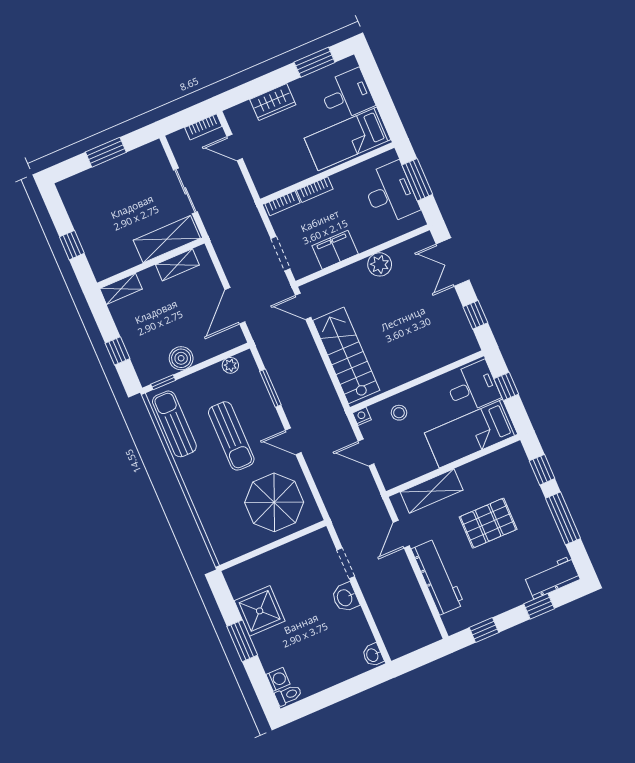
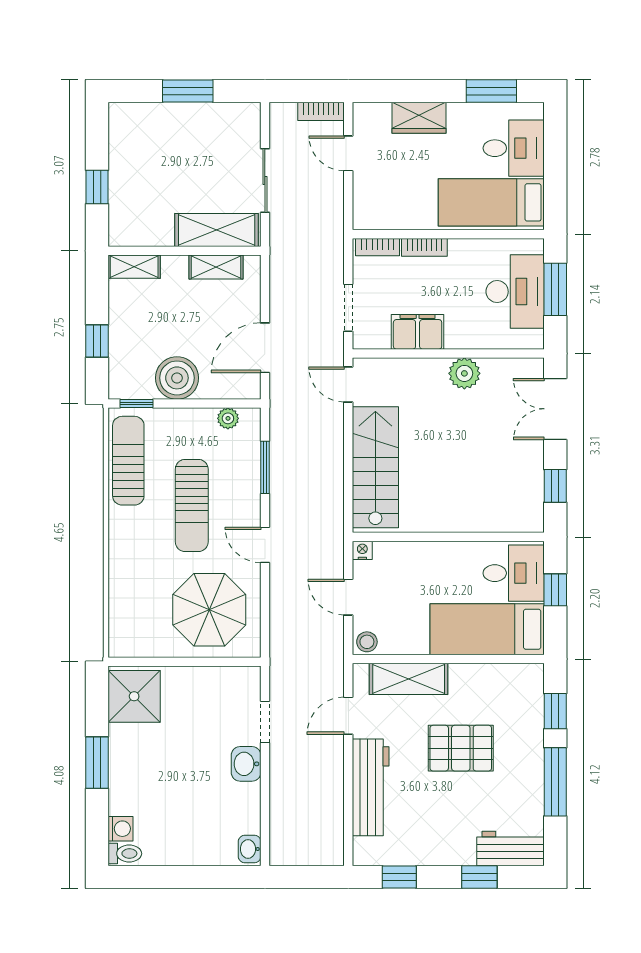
boiler: (181, 358) -> (177, 378), width x1.37, depth x1.37
stool: (399, 413) -> (367, 642), moved
shower: (260, 611) -> (134, 696), moved

